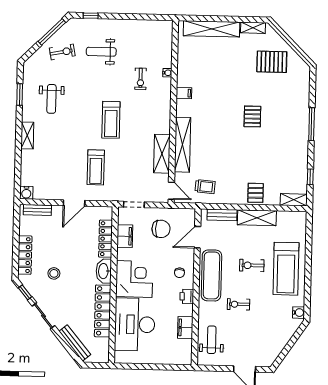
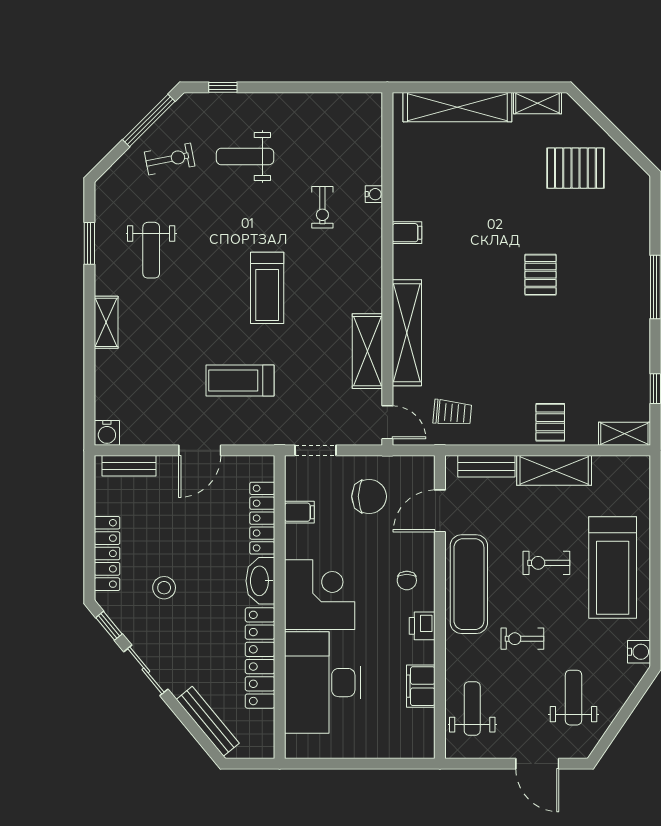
treadmill: (96, 167) -> (240, 381), turned 90
filing cabinet: (125, 236) -> (299, 512), width x0.50
weight bench: (264, 335) -> (574, 698), added

